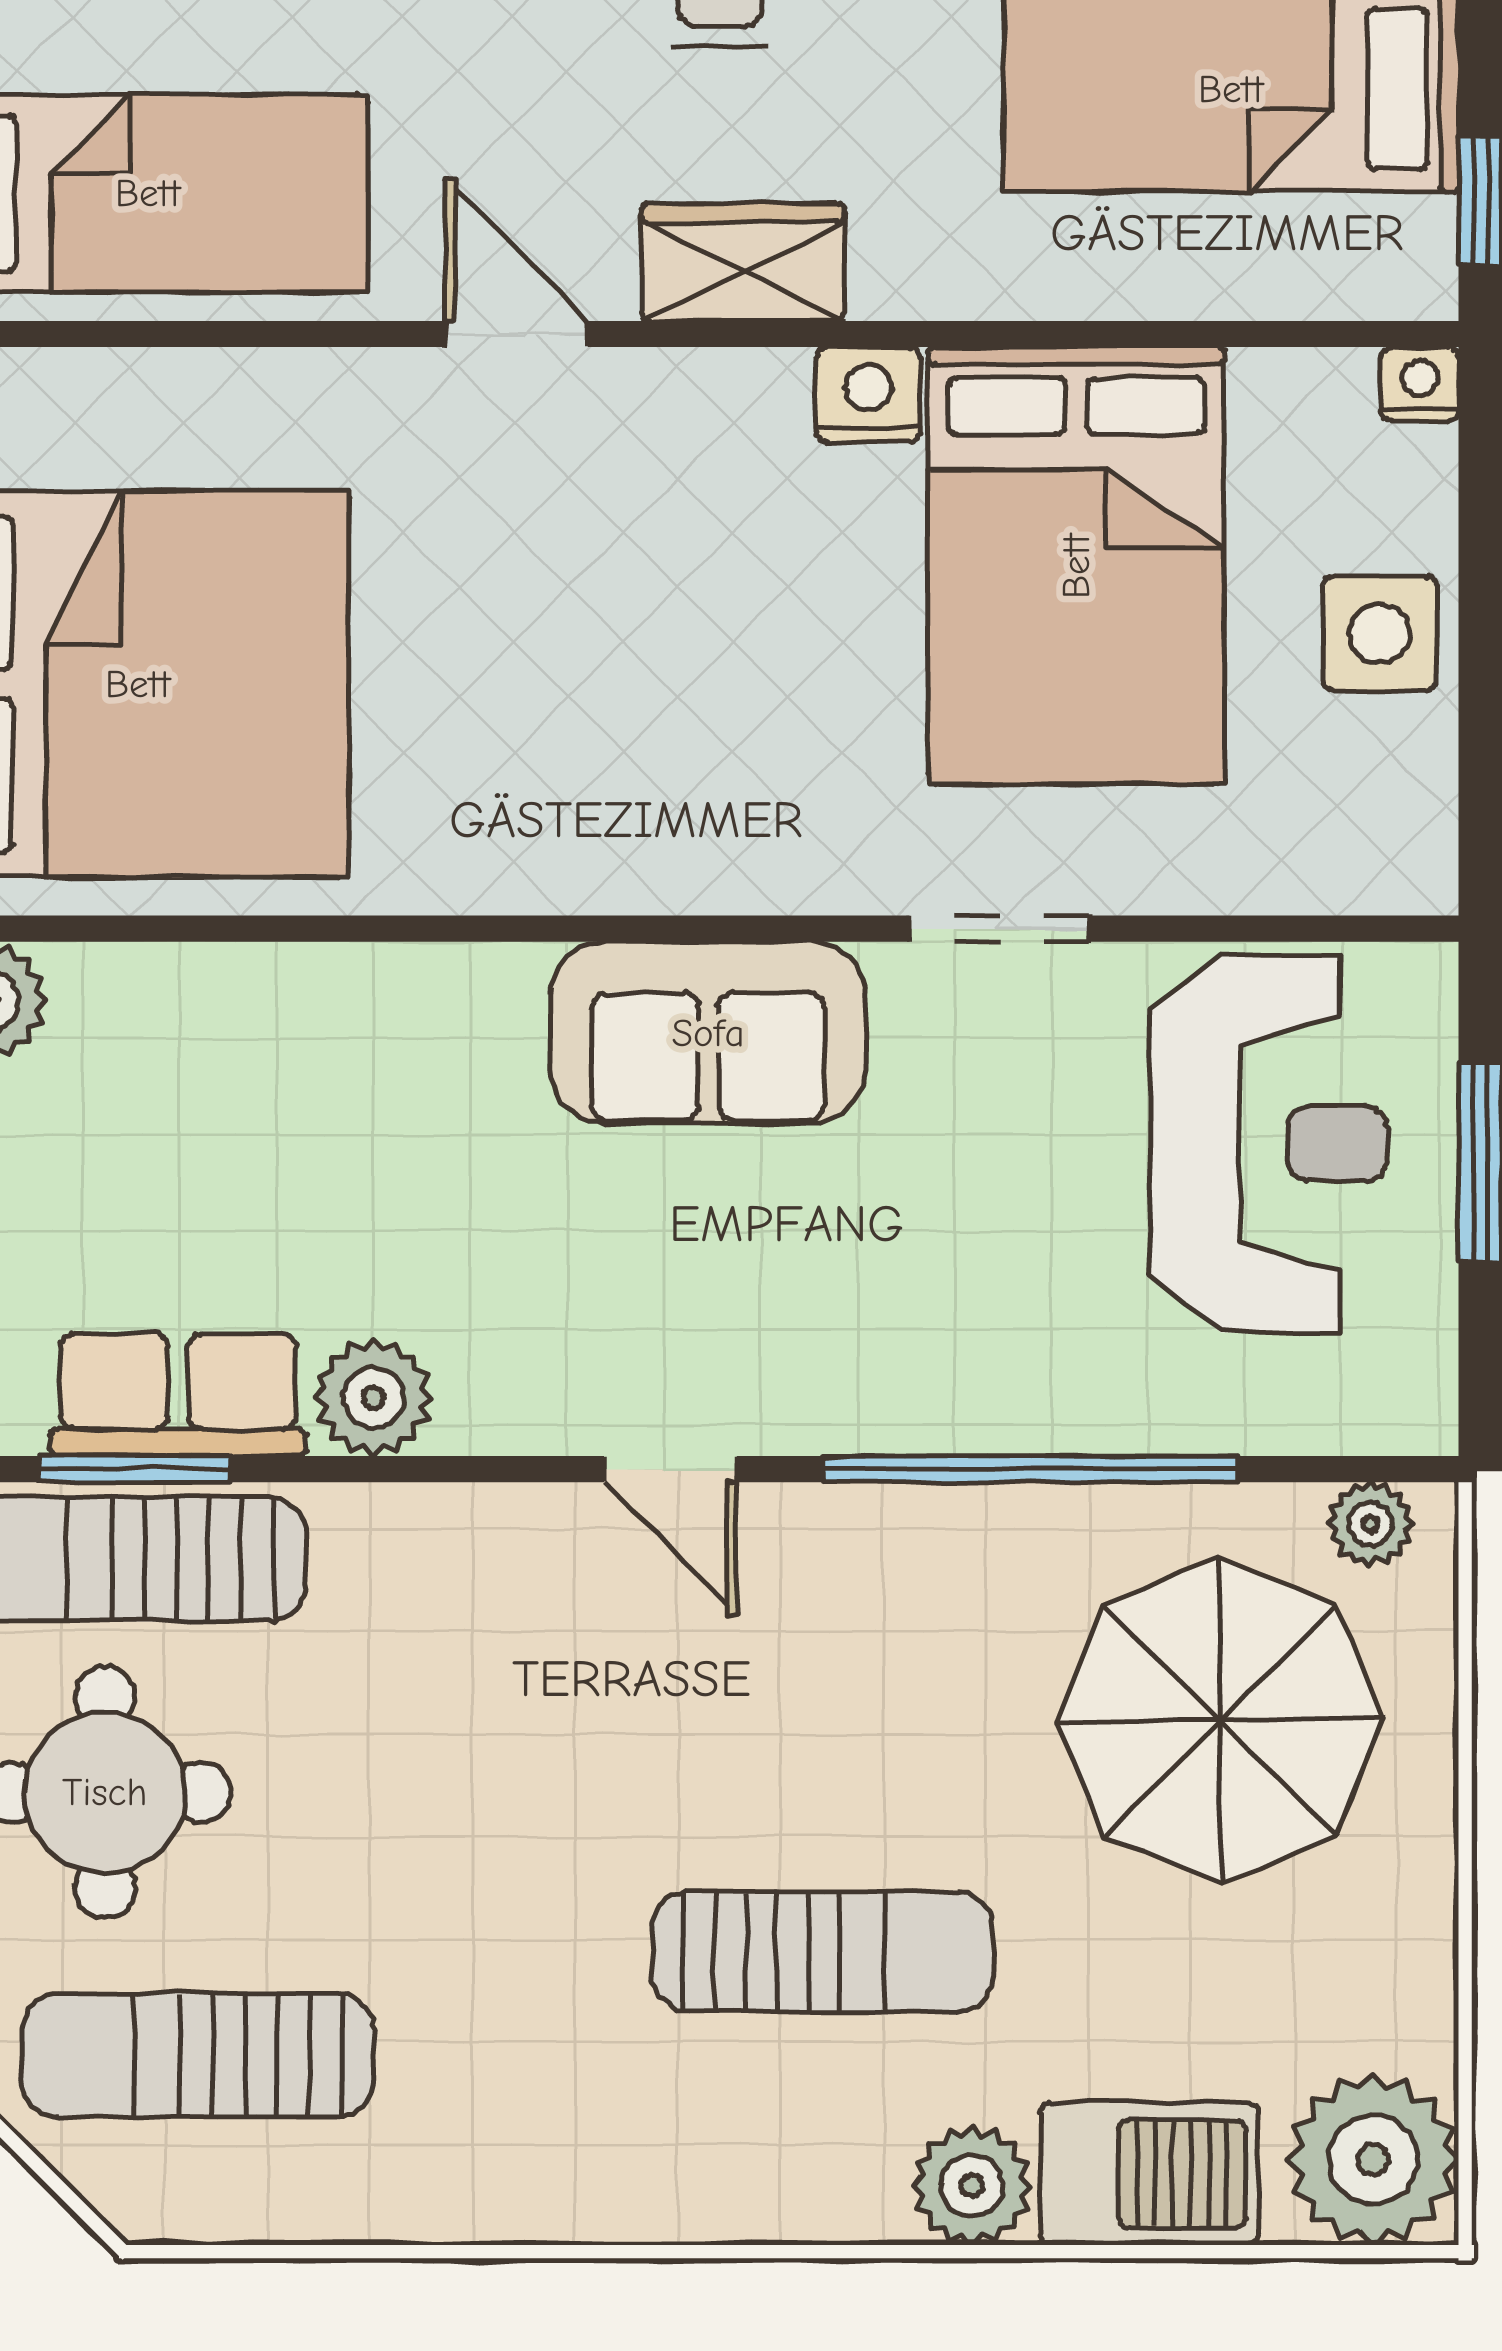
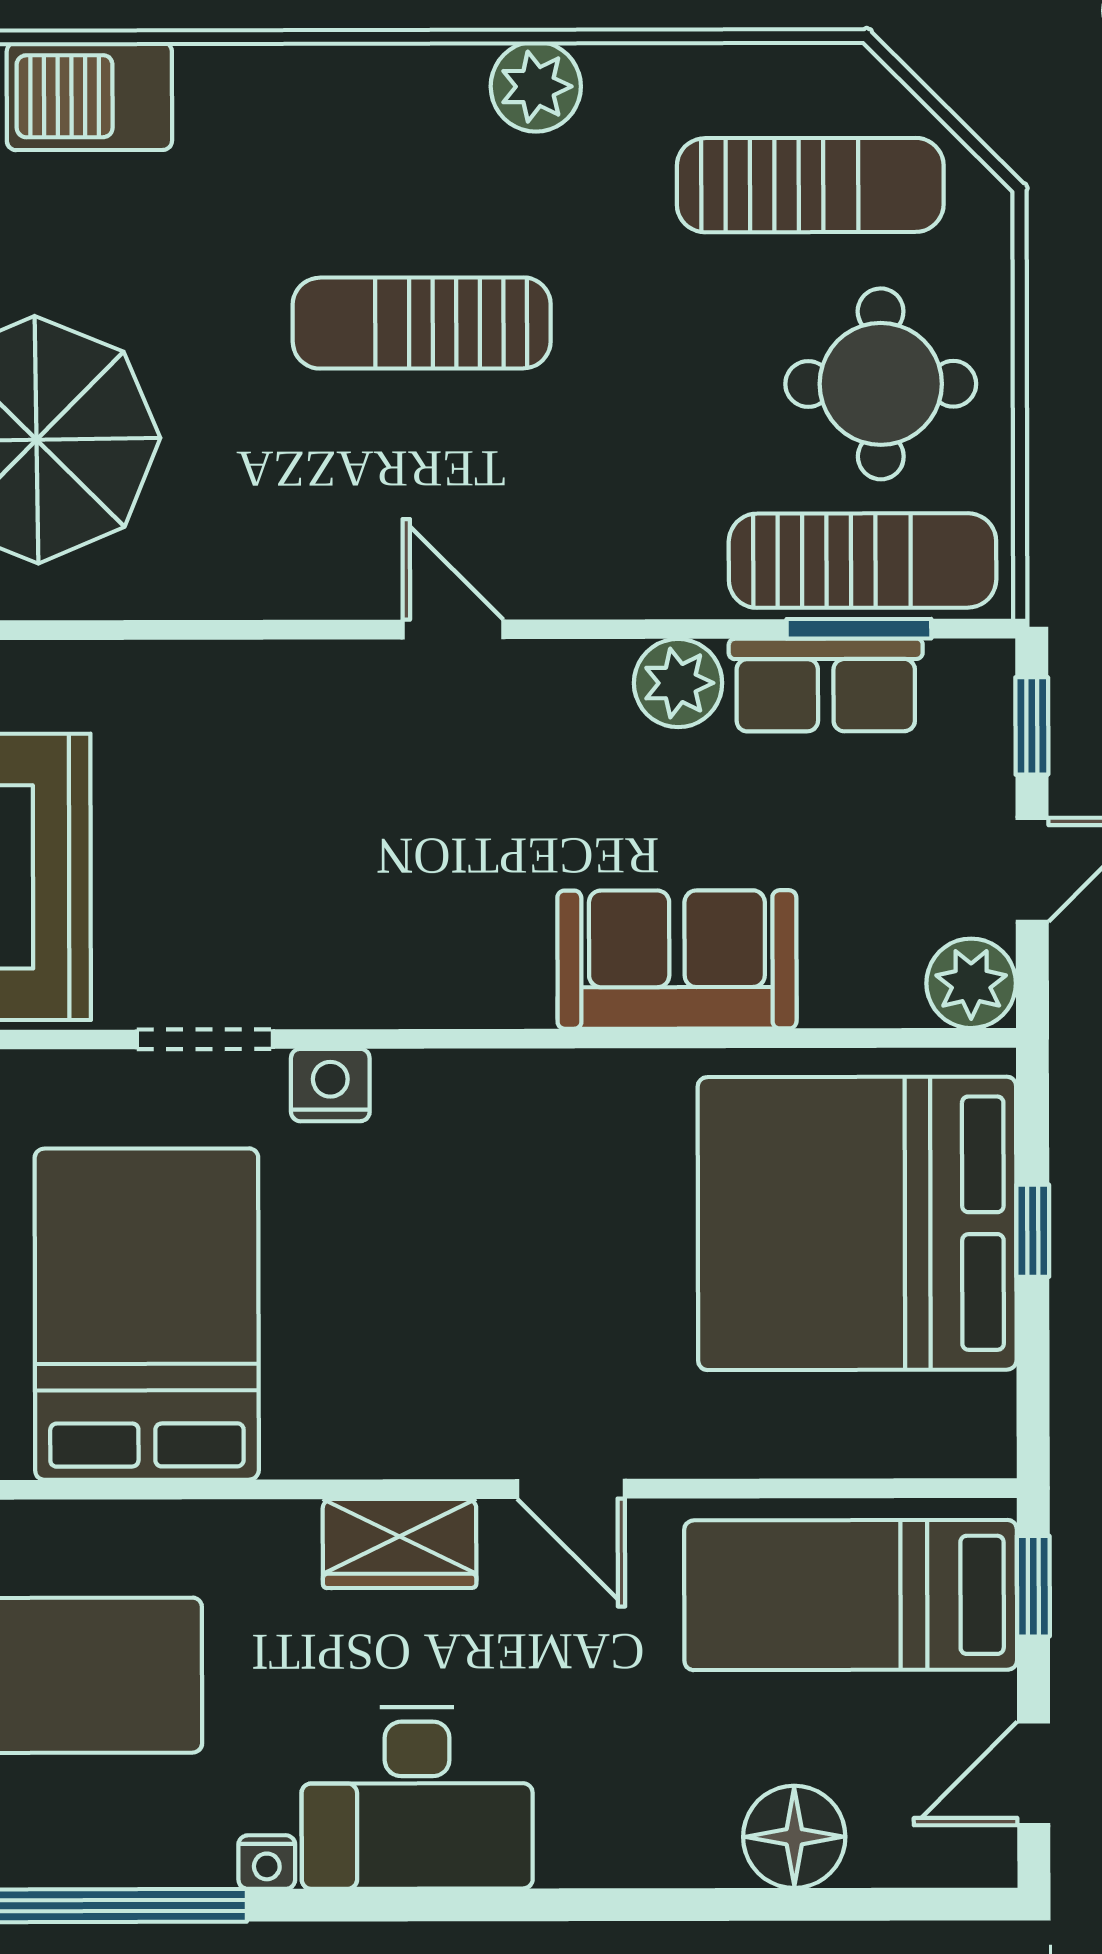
nightstand: (868, 395) -> (330, 1085), moved, turned 180
sofa: (708, 1033) -> (677, 959), moved
window: (1031, 1469) -> (180, 630), removed
sun lounger: (823, 1952) -> (422, 323), moved
plant: (972, 2186) -> (536, 87), moved

